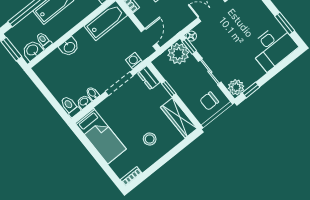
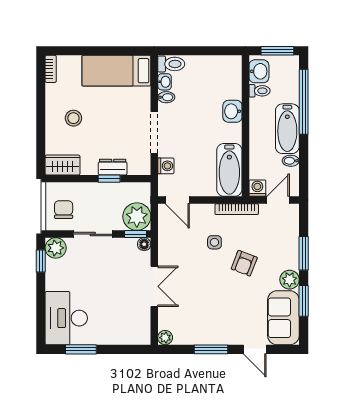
dresser: (149, 78) -> (113, 167), moved
wardrobe: (179, 118) -> (63, 165), width x0.67

